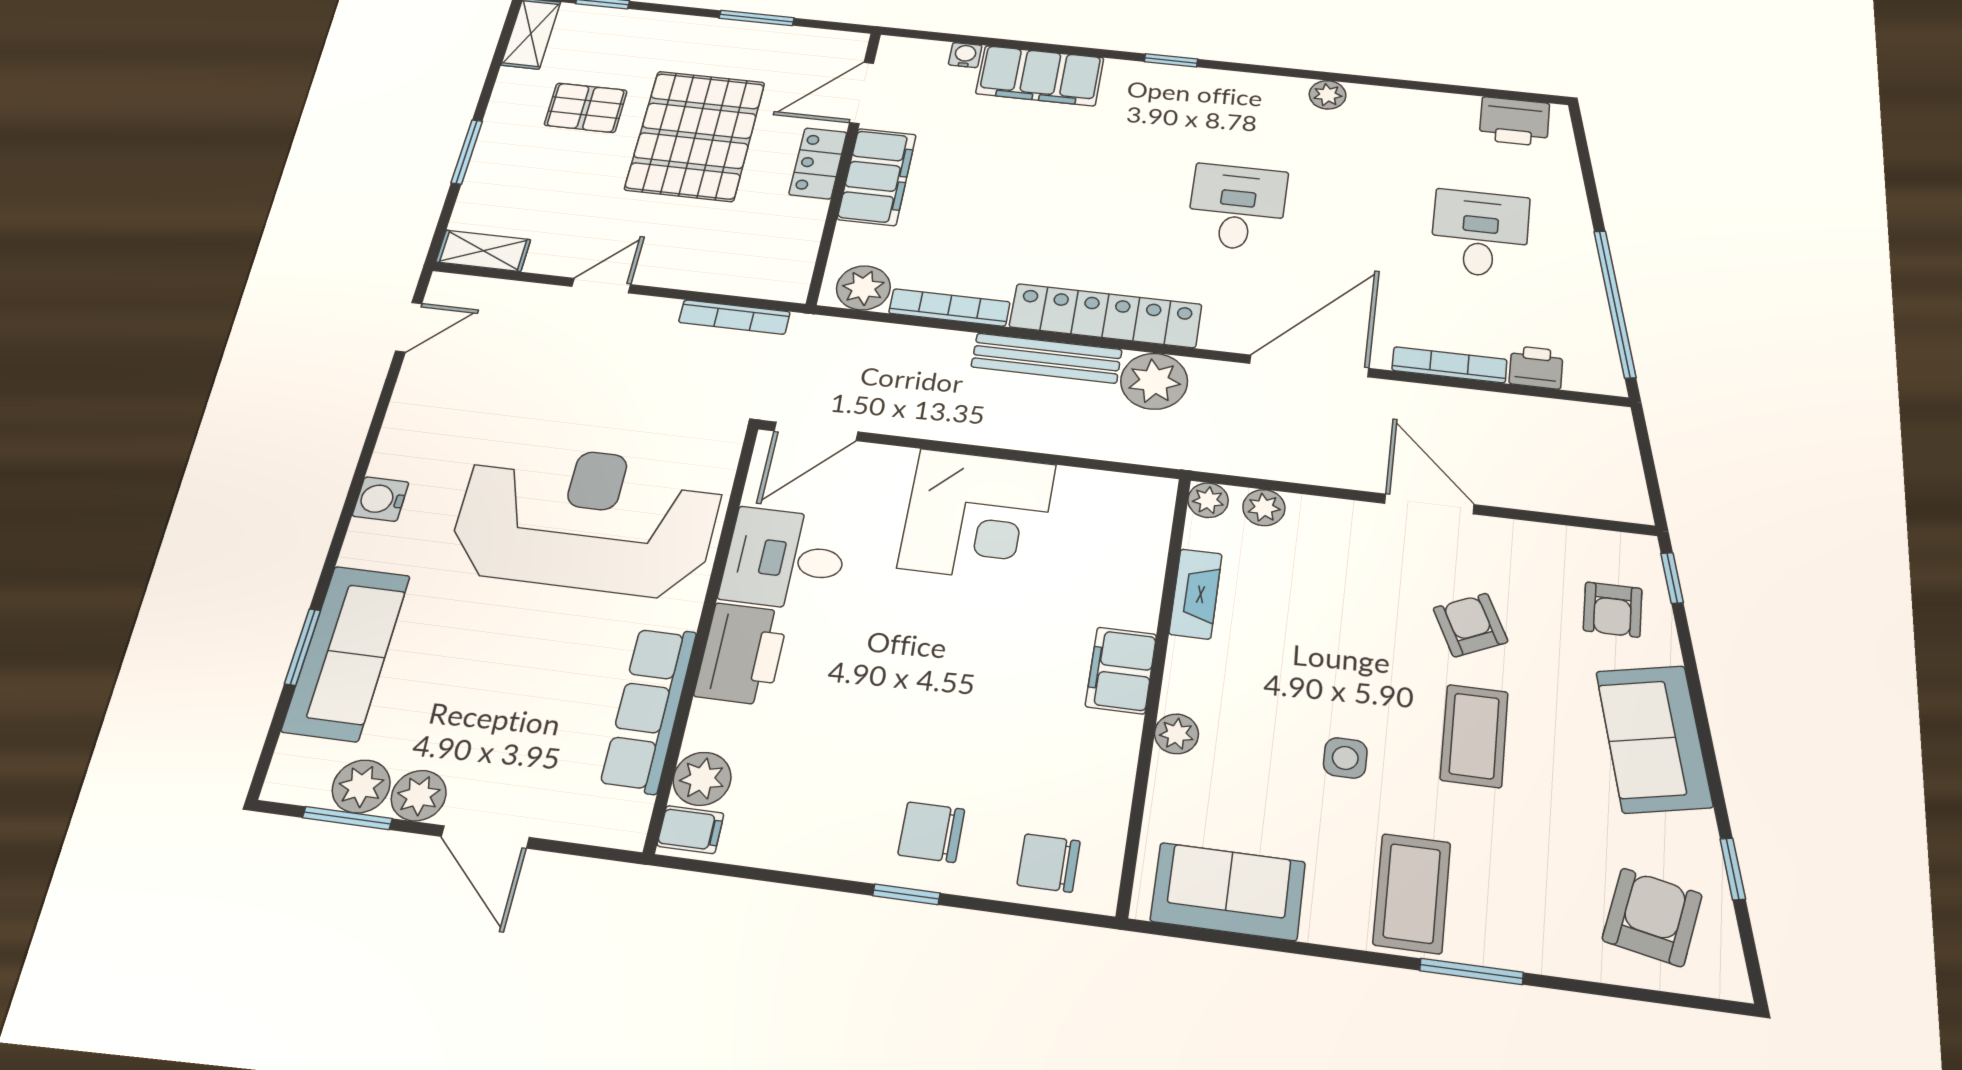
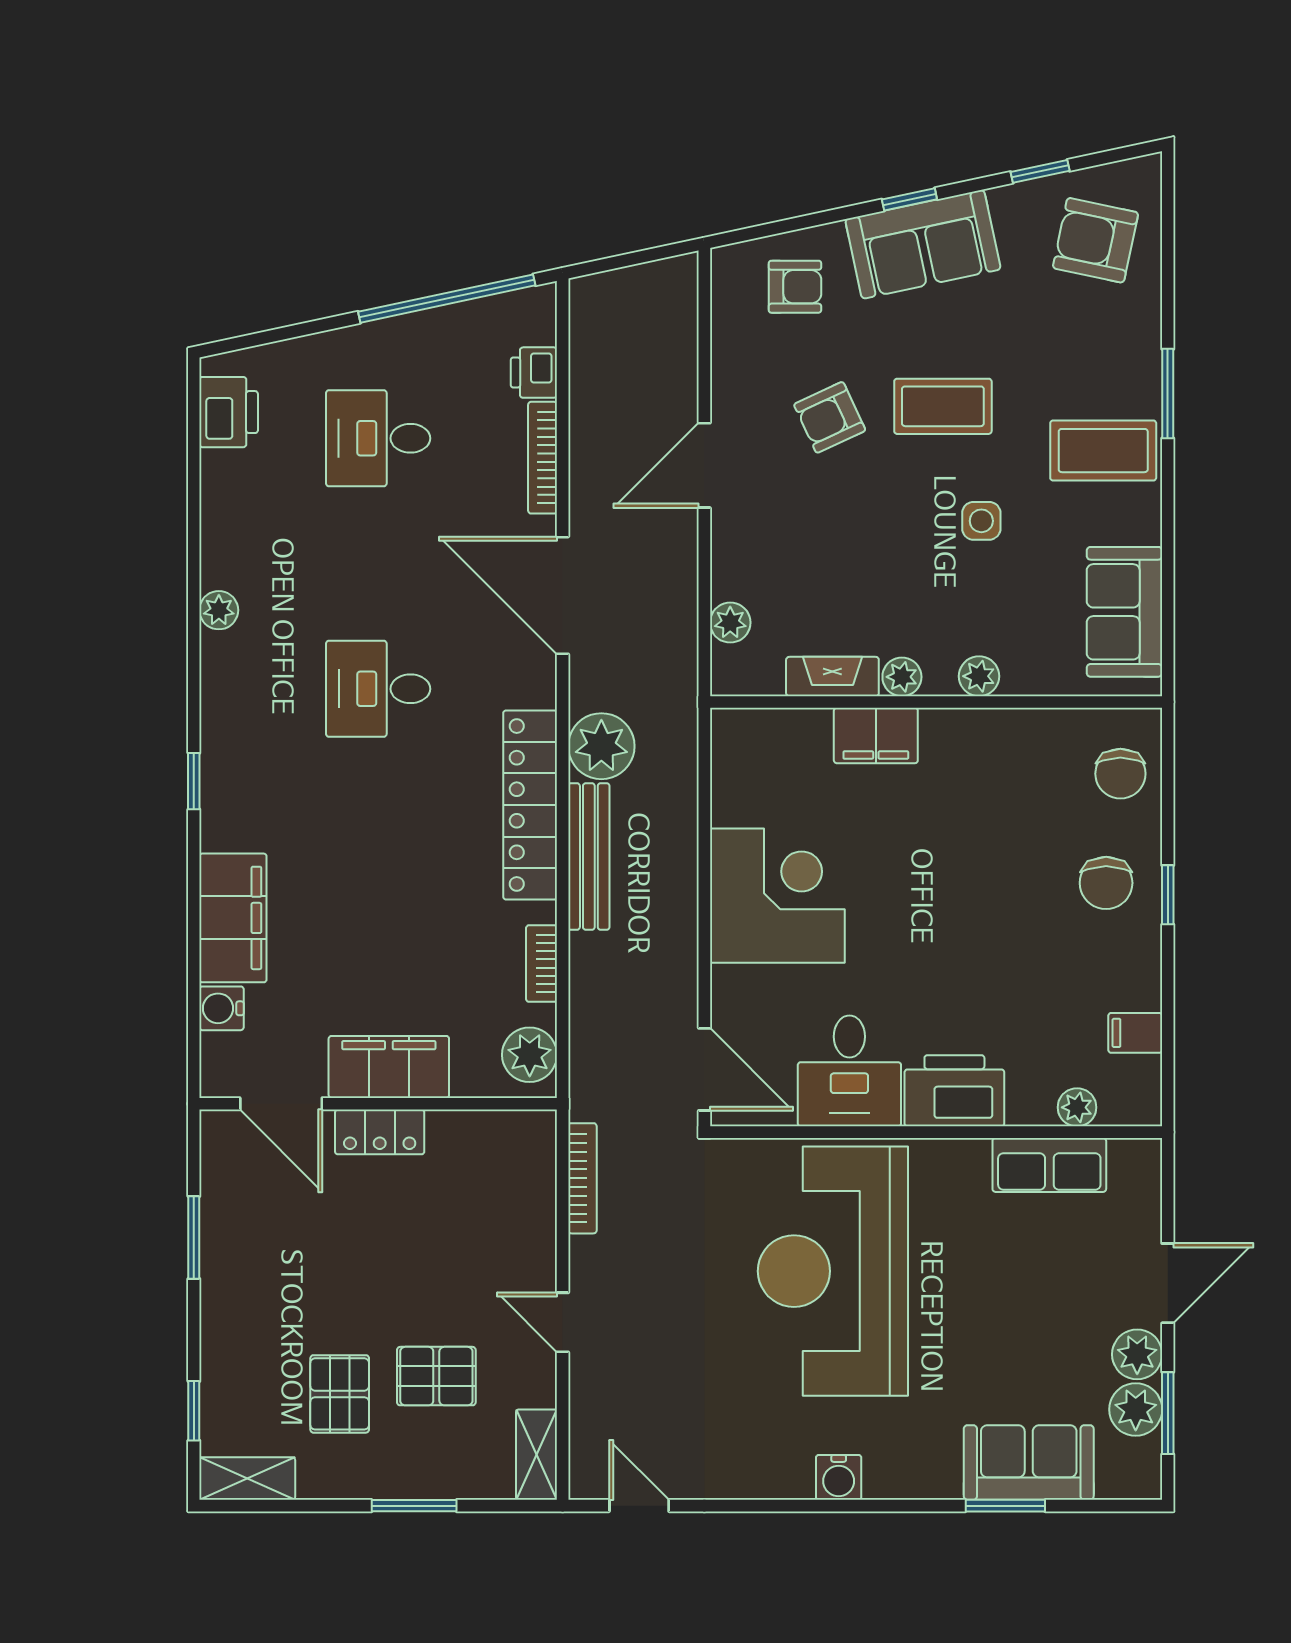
water cooler: (965, 55) -> (222, 1008), width x1.38, depth x1.38
pallet: (695, 136) -> (436, 1376), moved, width x0.49, depth x0.50
bookcase: (949, 308) -> (542, 964), width x0.64
plant: (1208, 500) -> (902, 677), moved
window: (1672, 578) -> (909, 199), moved
sofa: (346, 653) -> (1029, 1463), width x0.73
filing cabinet: (1121, 670) -> (876, 735), moved
row of seats: (649, 709) -> (1049, 1165), width x0.68
plant: (702, 779) -> (1077, 1107), width x0.73, depth x0.73
filing cabinet: (690, 830) -> (1135, 1033), moved, turned -90

